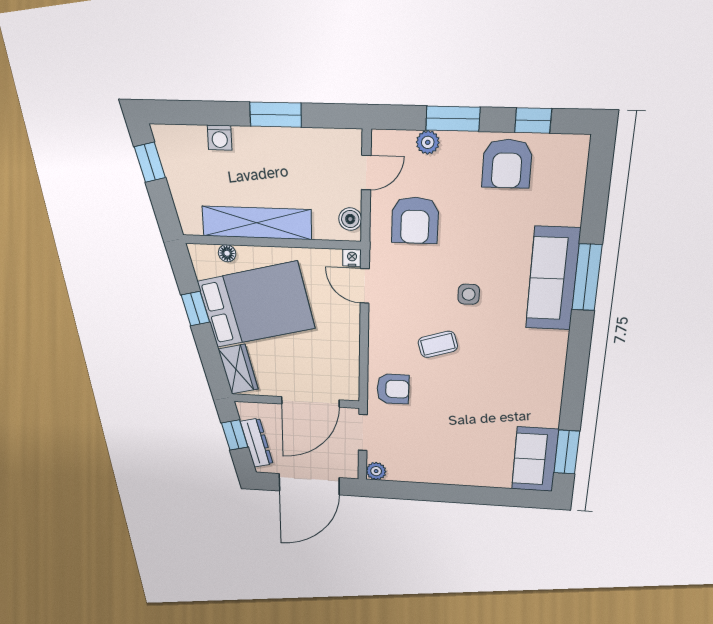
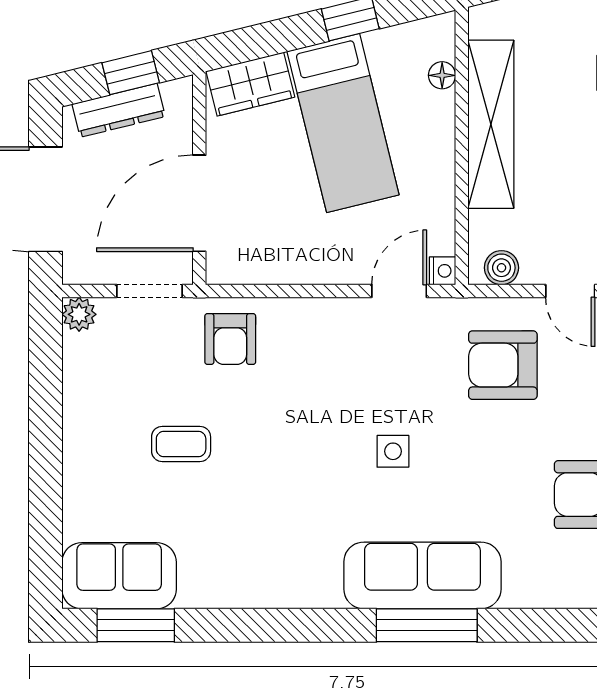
bed: (256, 305) -> (343, 123), width x0.67
coffee table: (438, 344) -> (181, 444), moved, turned -73
door: (310, 402) -> (199, 203), hinge flipped

